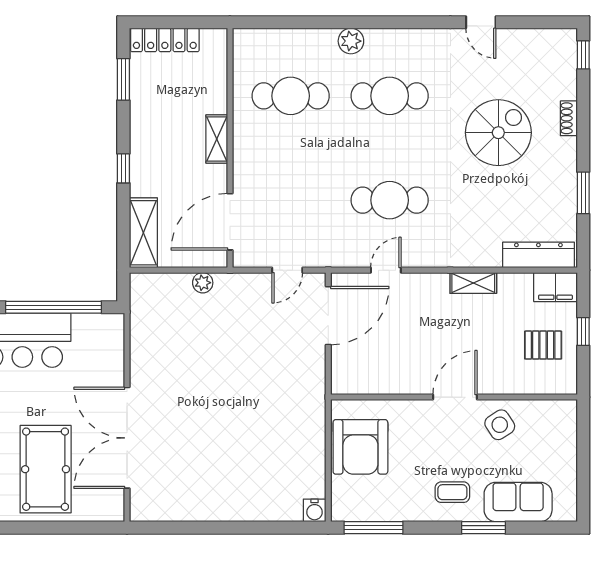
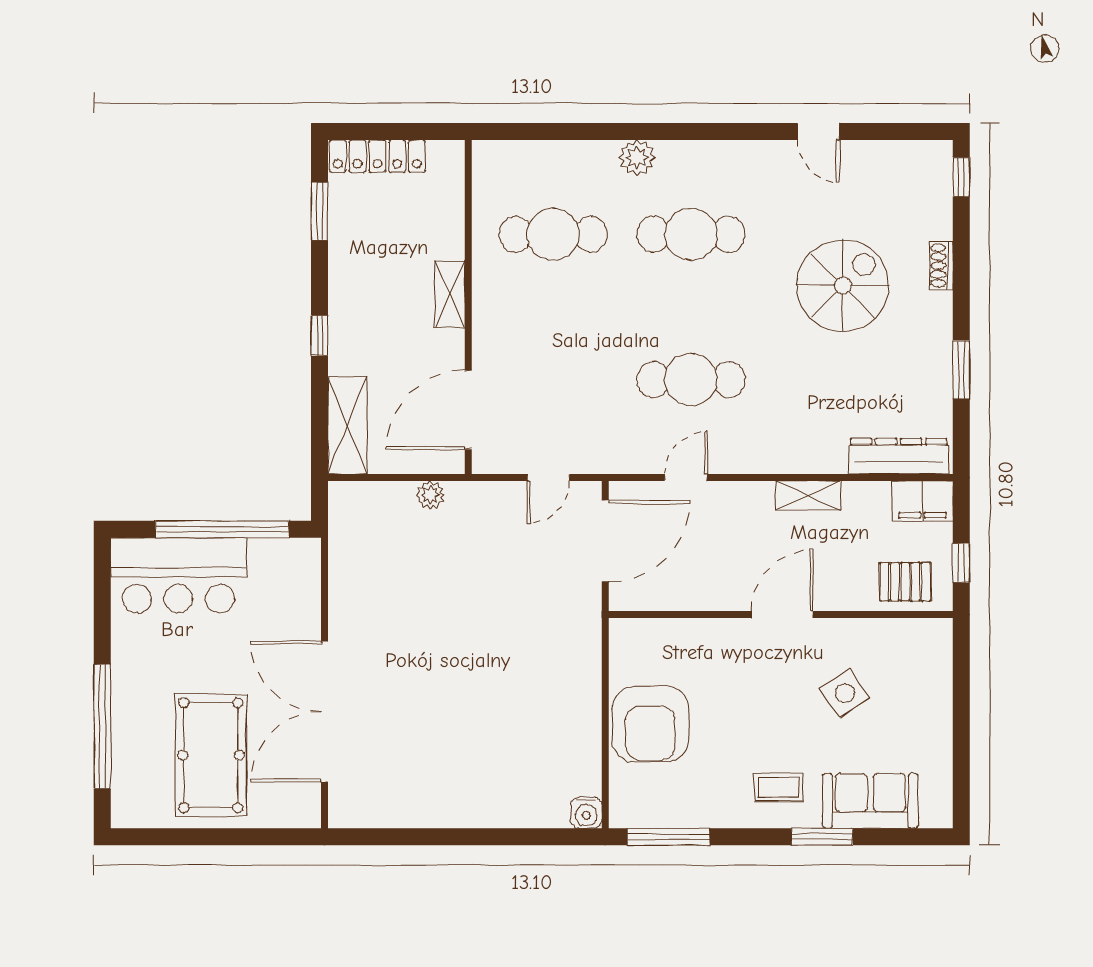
wall: (454, 397) -> (781, 614), moved
door: (455, 397) -> (782, 614), moved

